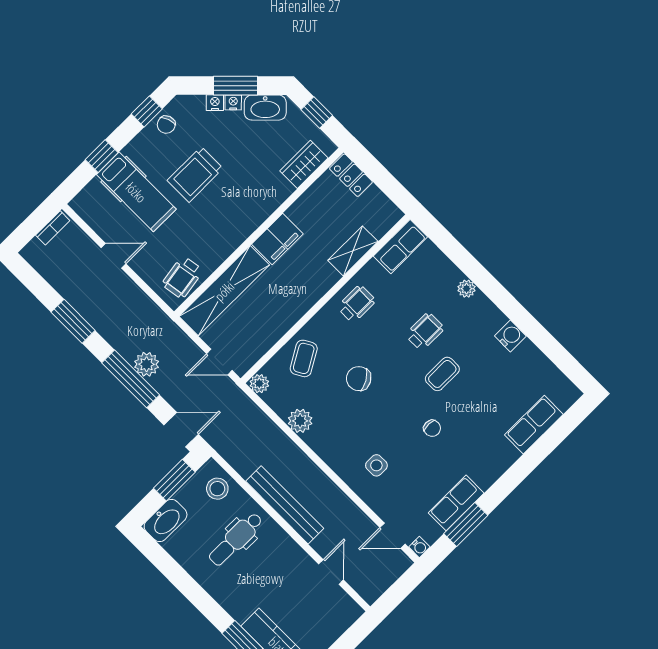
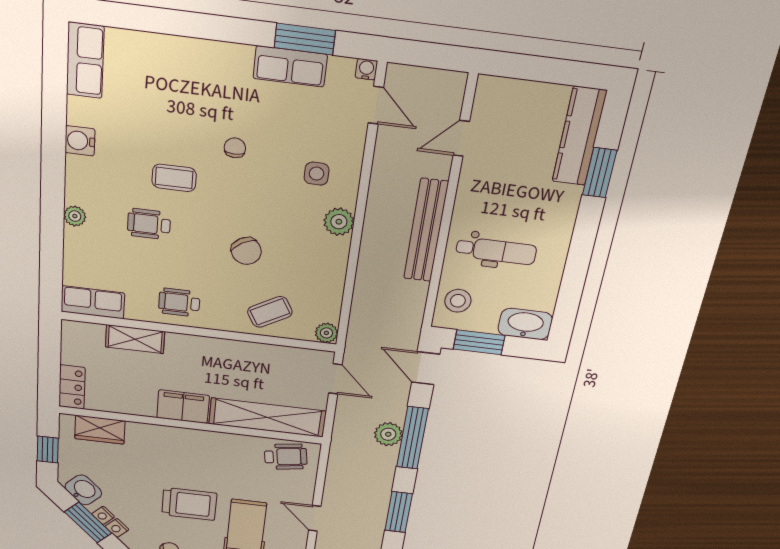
washbasin: (265, 108) -> (83, 490), width x0.72
plant: (300, 421) -> (339, 222), moved
row of seats: (534, 425) -> (85, 60), moved, turned -90

